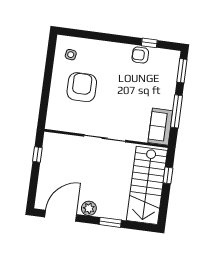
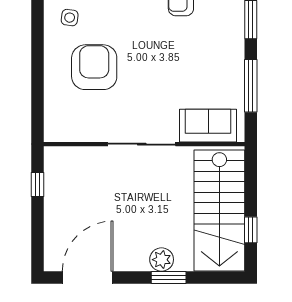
sofa: (160, 127) -> (208, 126), moved, turned 90
window: (168, 175) -> (251, 230), moved
plant: (89, 208) -> (162, 260), moved

